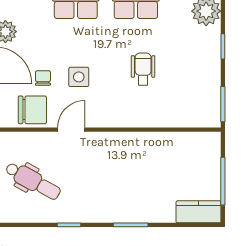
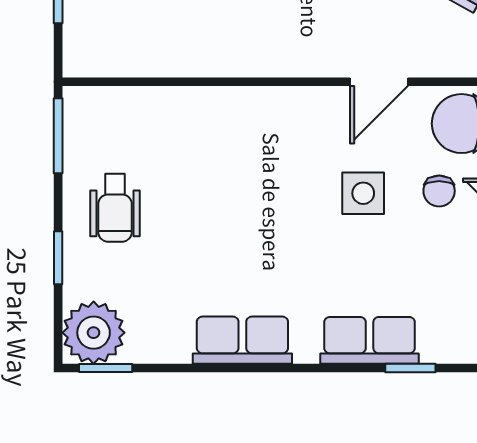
wheelchair: (143, 69) -> (115, 208), moved

